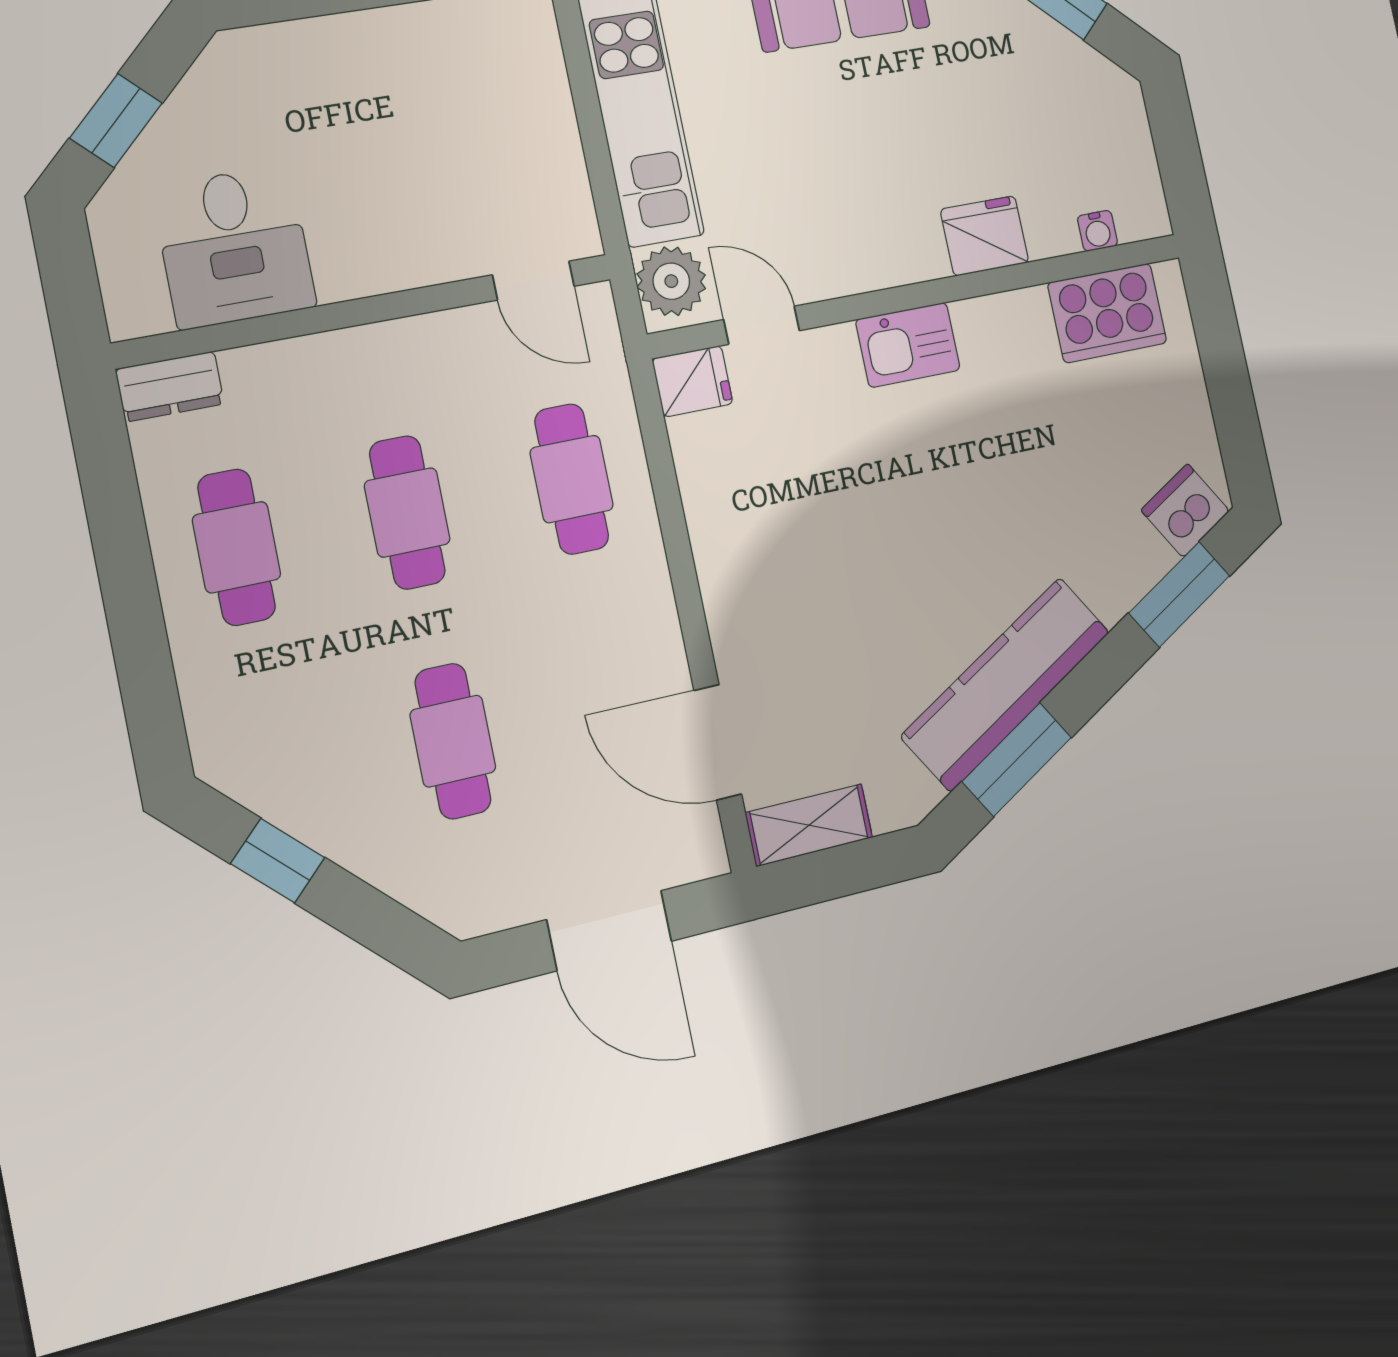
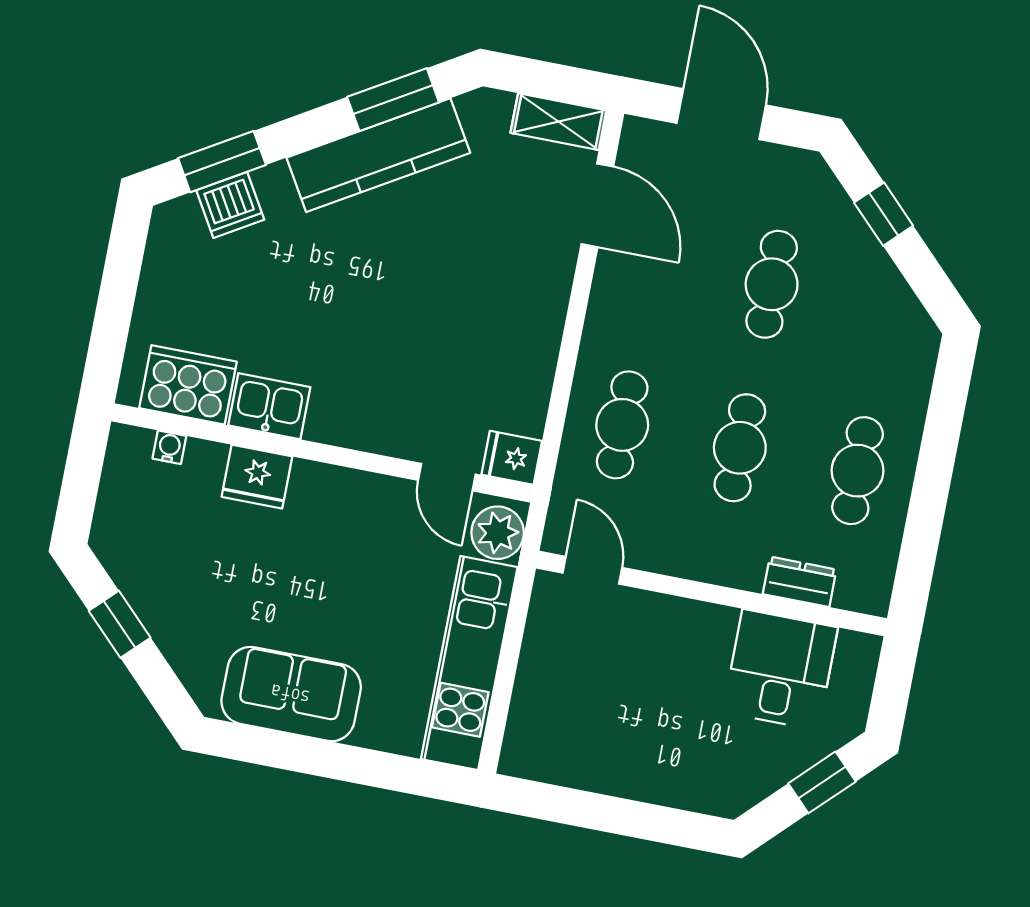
kitchen sink: (908, 345) -> (269, 406), moved
dresser: (170, 387) -> (800, 582), moved
dishwasher: (1185, 510) -> (230, 205), moved
window: (278, 861) -> (884, 214), moved

